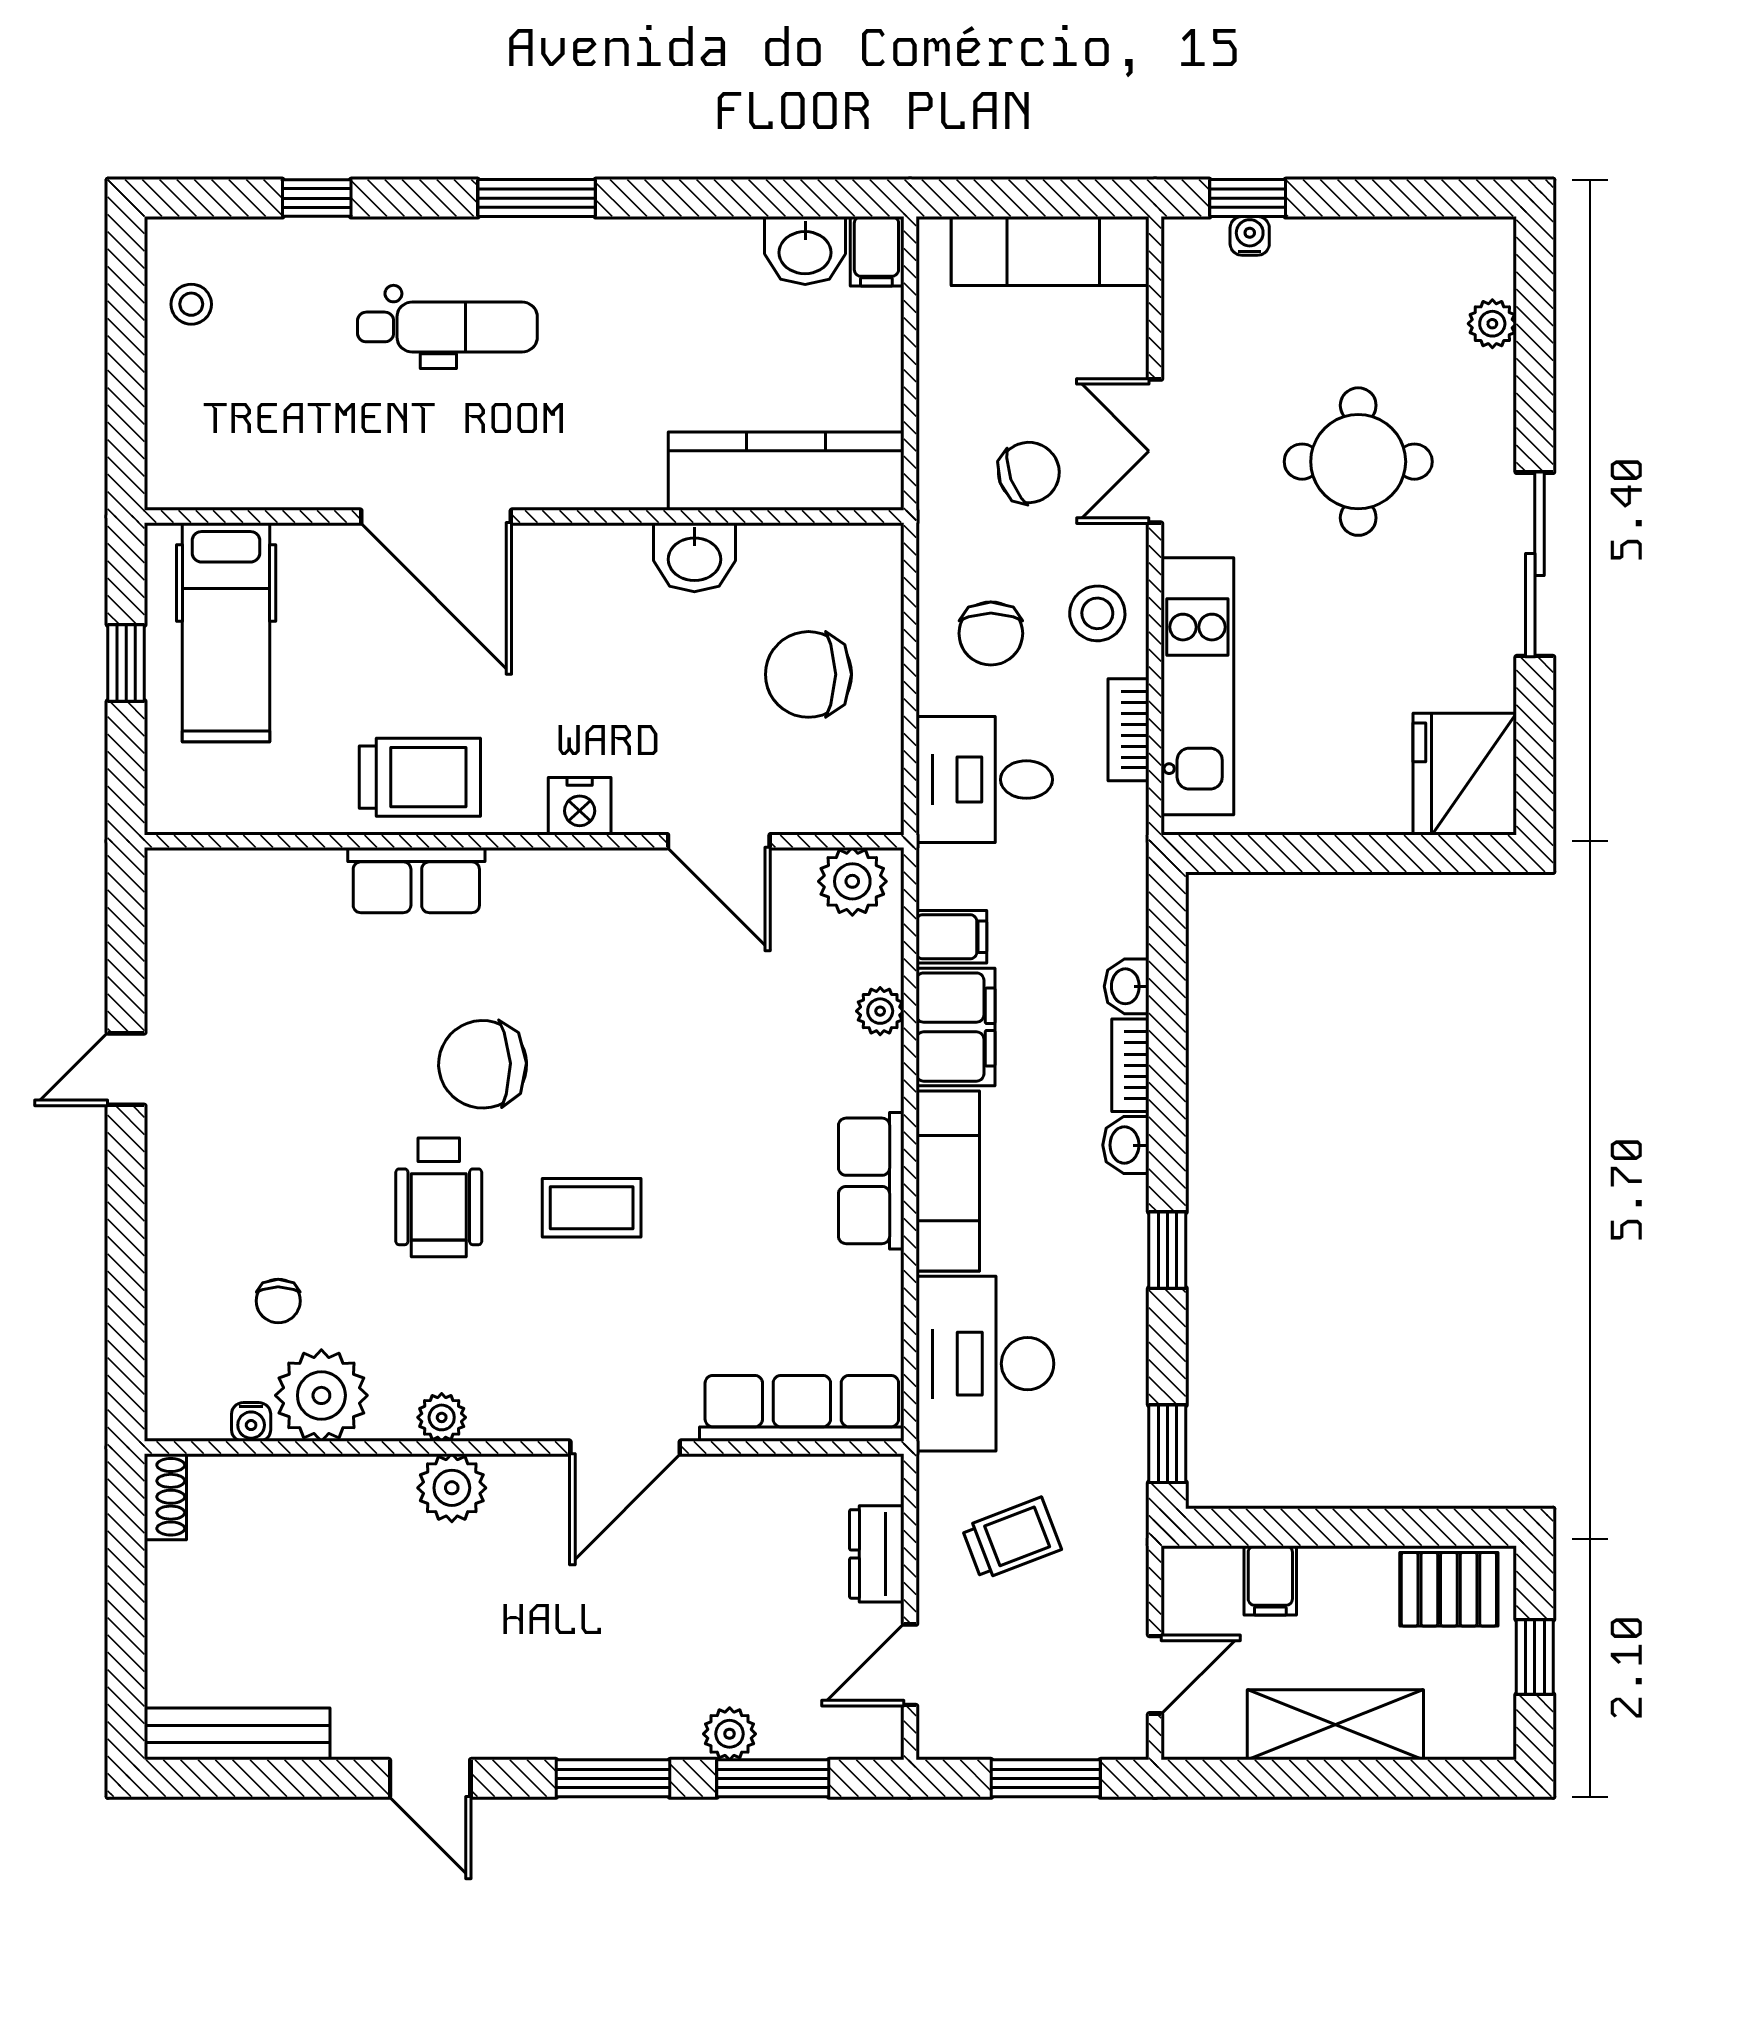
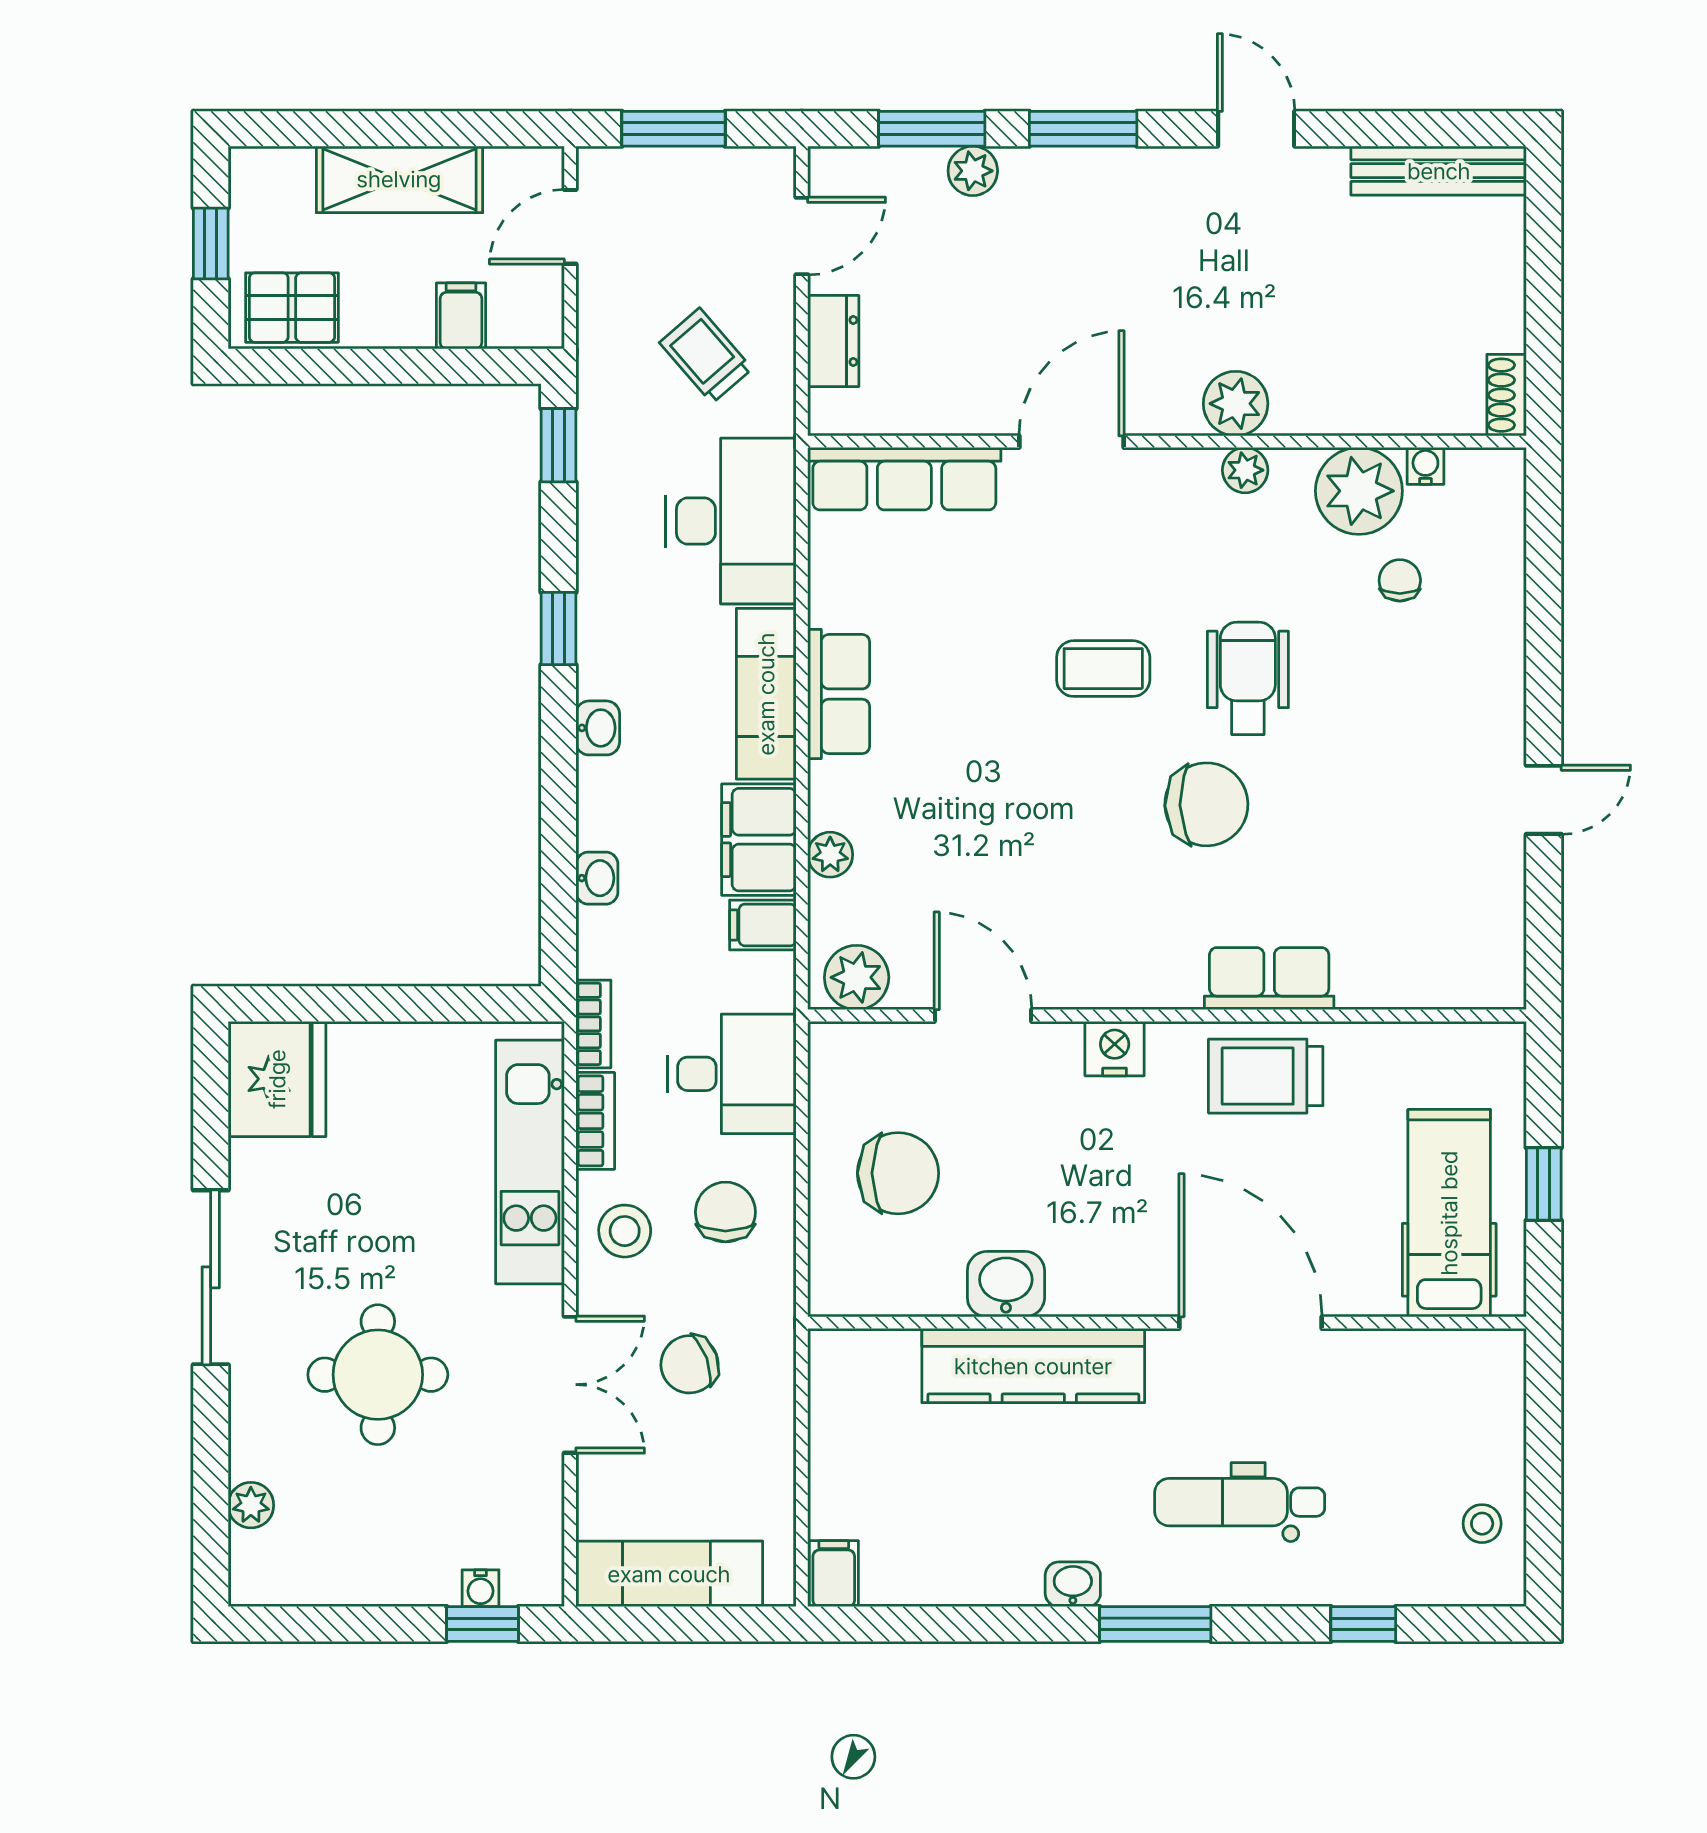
washbasin: (805, 251) -> (1073, 1584), moved, width x0.72, depth x0.69
kitchen counter: (786, 471) -> (1033, 1366), moved
bookcase: (1130, 1065) -> (593, 1024), moved
trolley: (1012, 1539) -> (706, 356), turned 70

